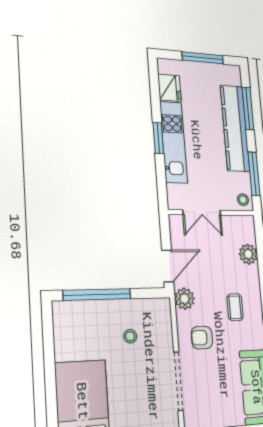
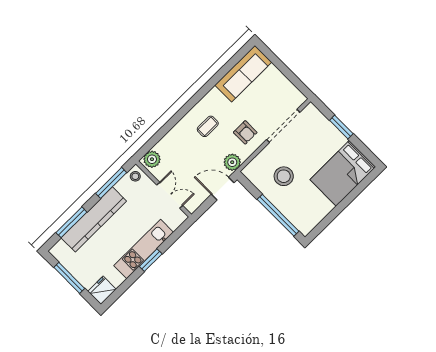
fridge: (169, 88) -> (102, 290), moved
plant: (248, 254) -> (152, 159), moved
stool: (130, 336) -> (284, 176), width x1.89, depth x1.89

